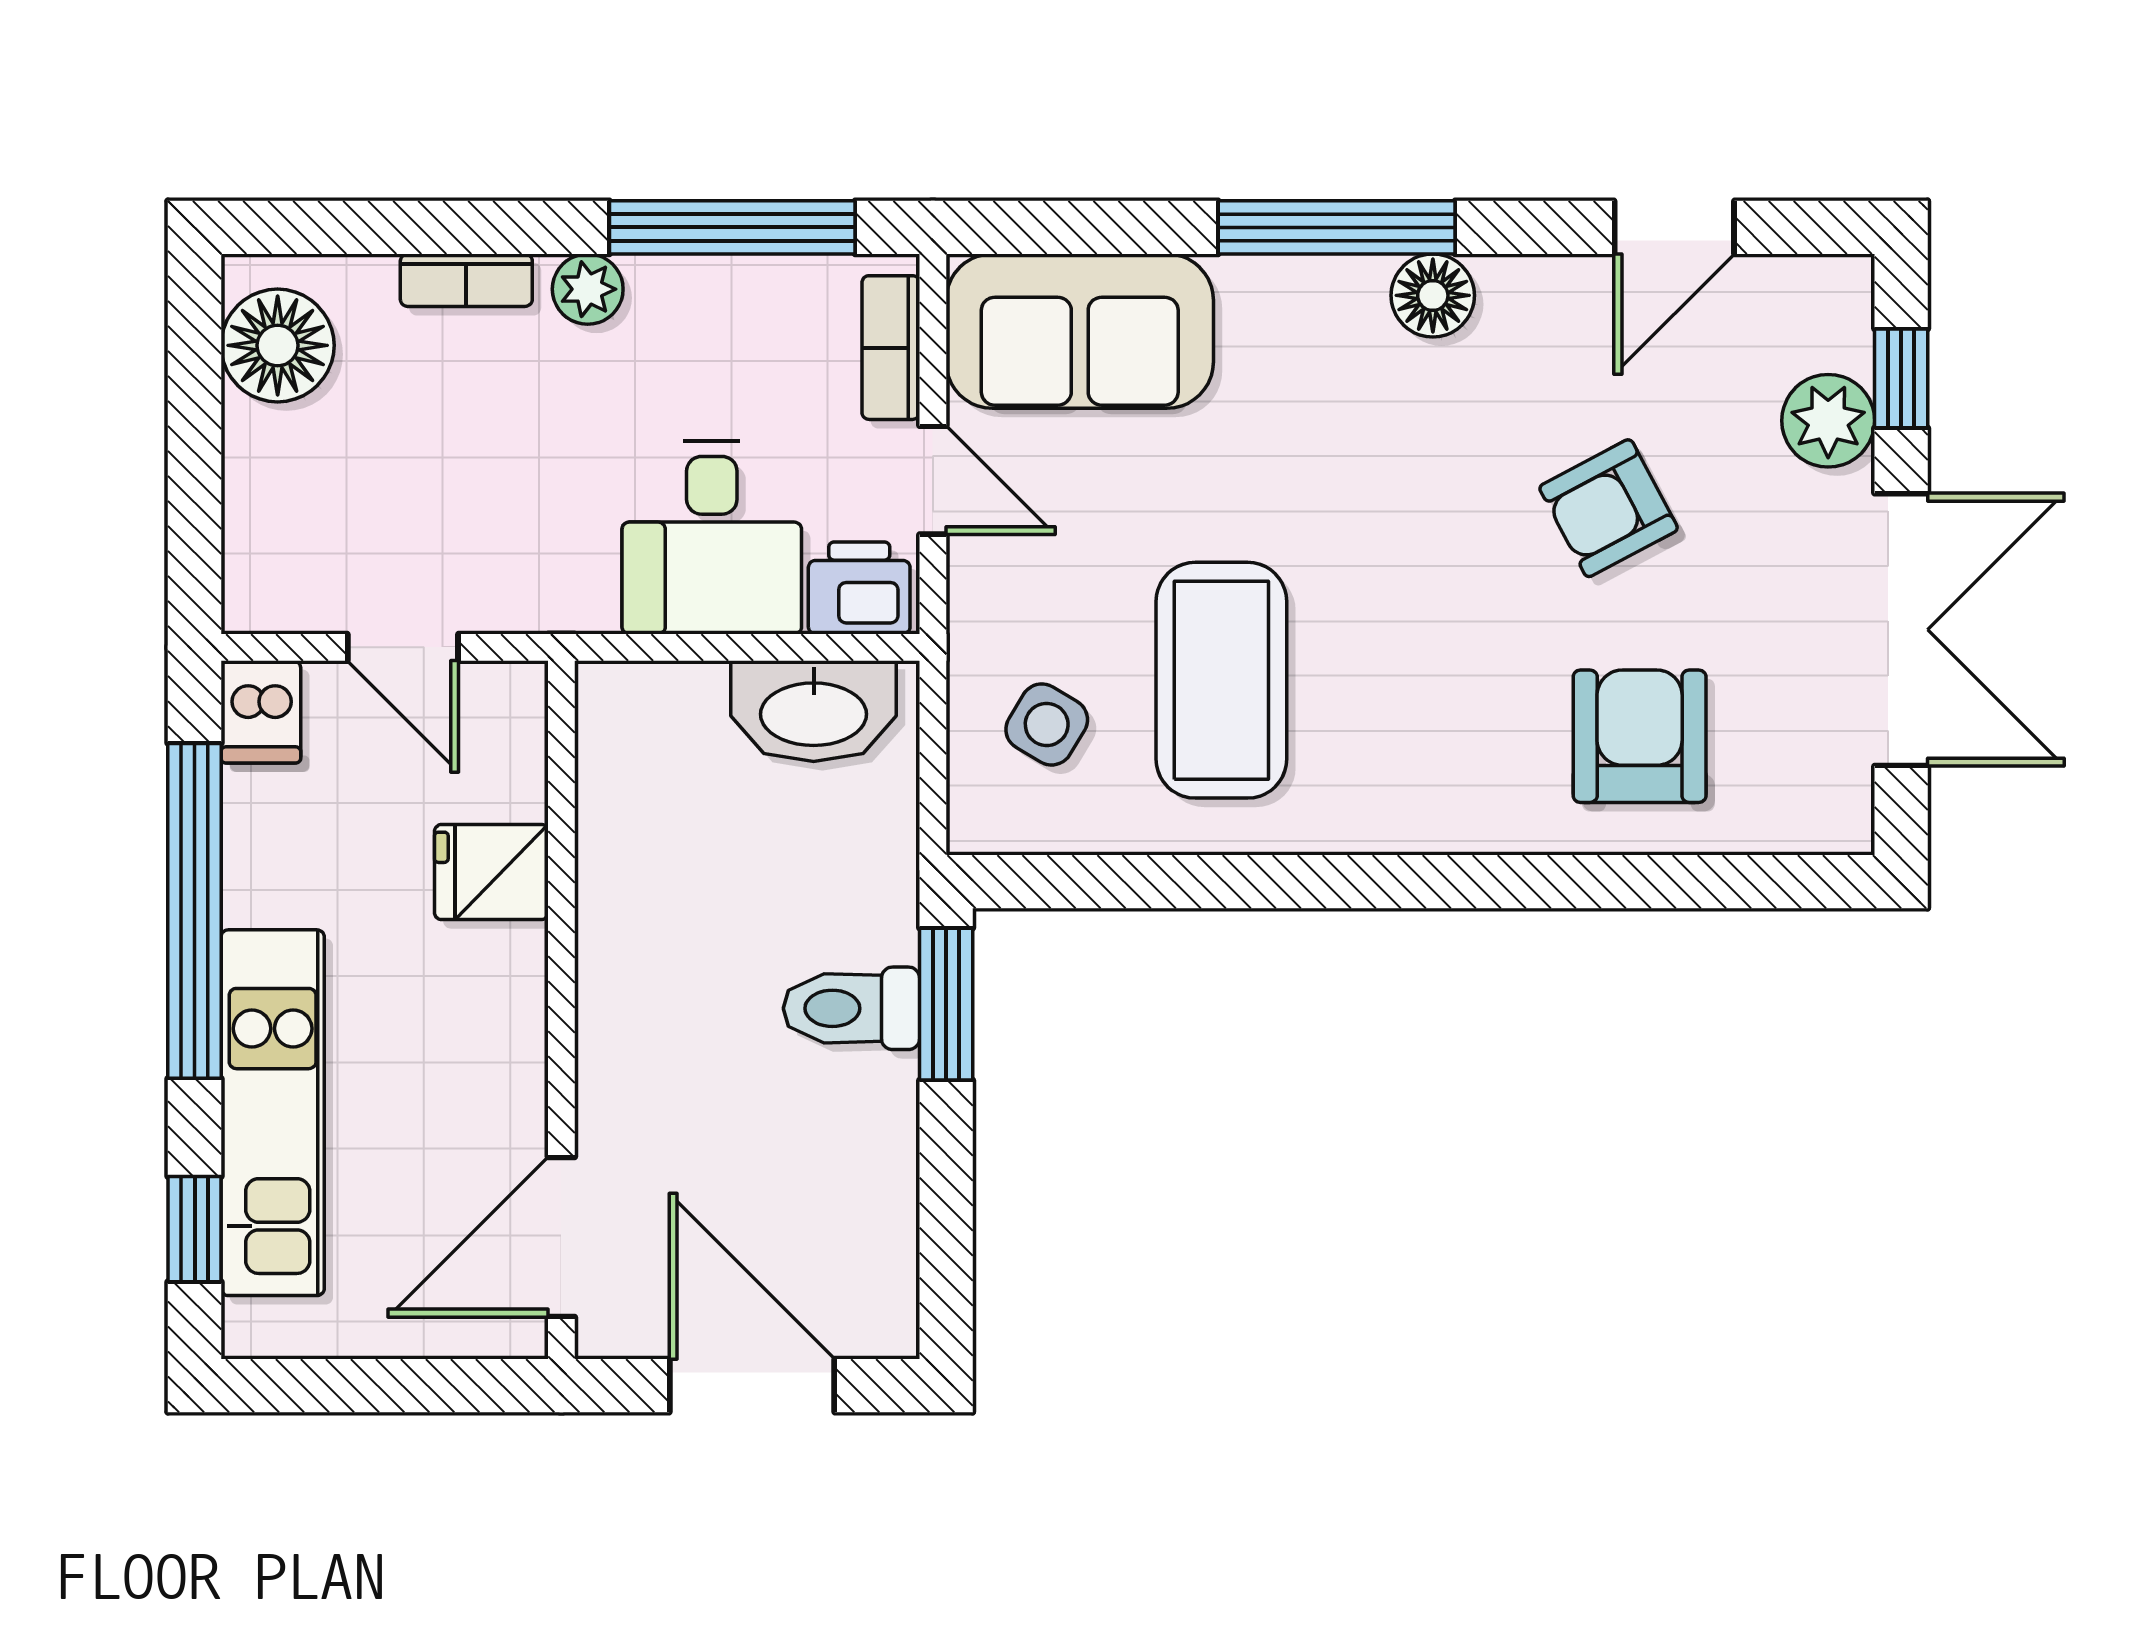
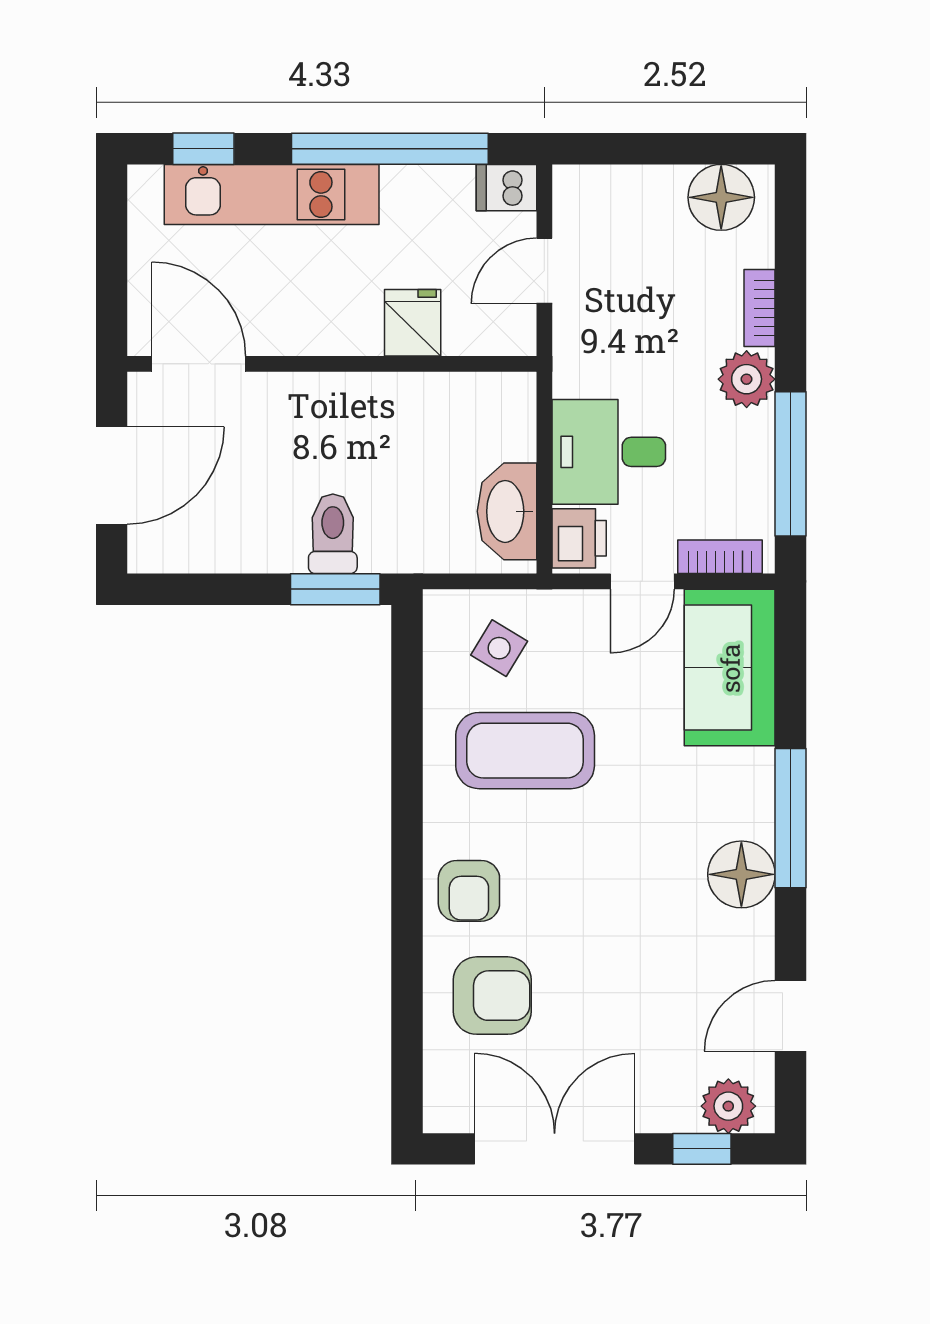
door: (1674, 227) -> (790, 1016), hinge flipped
plant: (588, 289) -> (747, 379), width x1.38, depth x1.38
floor lamp: (1433, 295) -> (741, 874), width x1.38, depth x1.38
plant: (1828, 421) -> (728, 1106), moved
armchair: (1609, 508) -> (469, 891), moved, turned -152
double door: (1901, 630) -> (555, 1149), swing flipped

